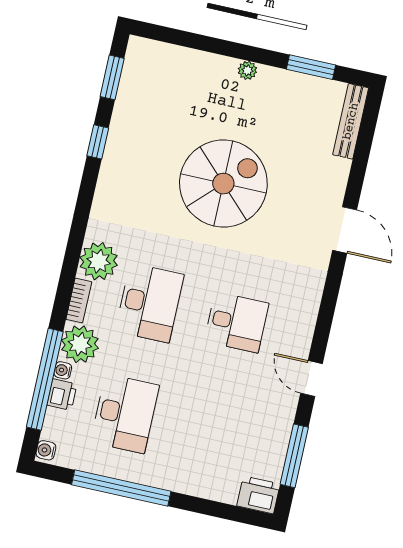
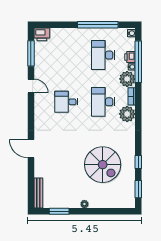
spiral stairs: (223, 184) -> (103, 165), moved, turned -90

